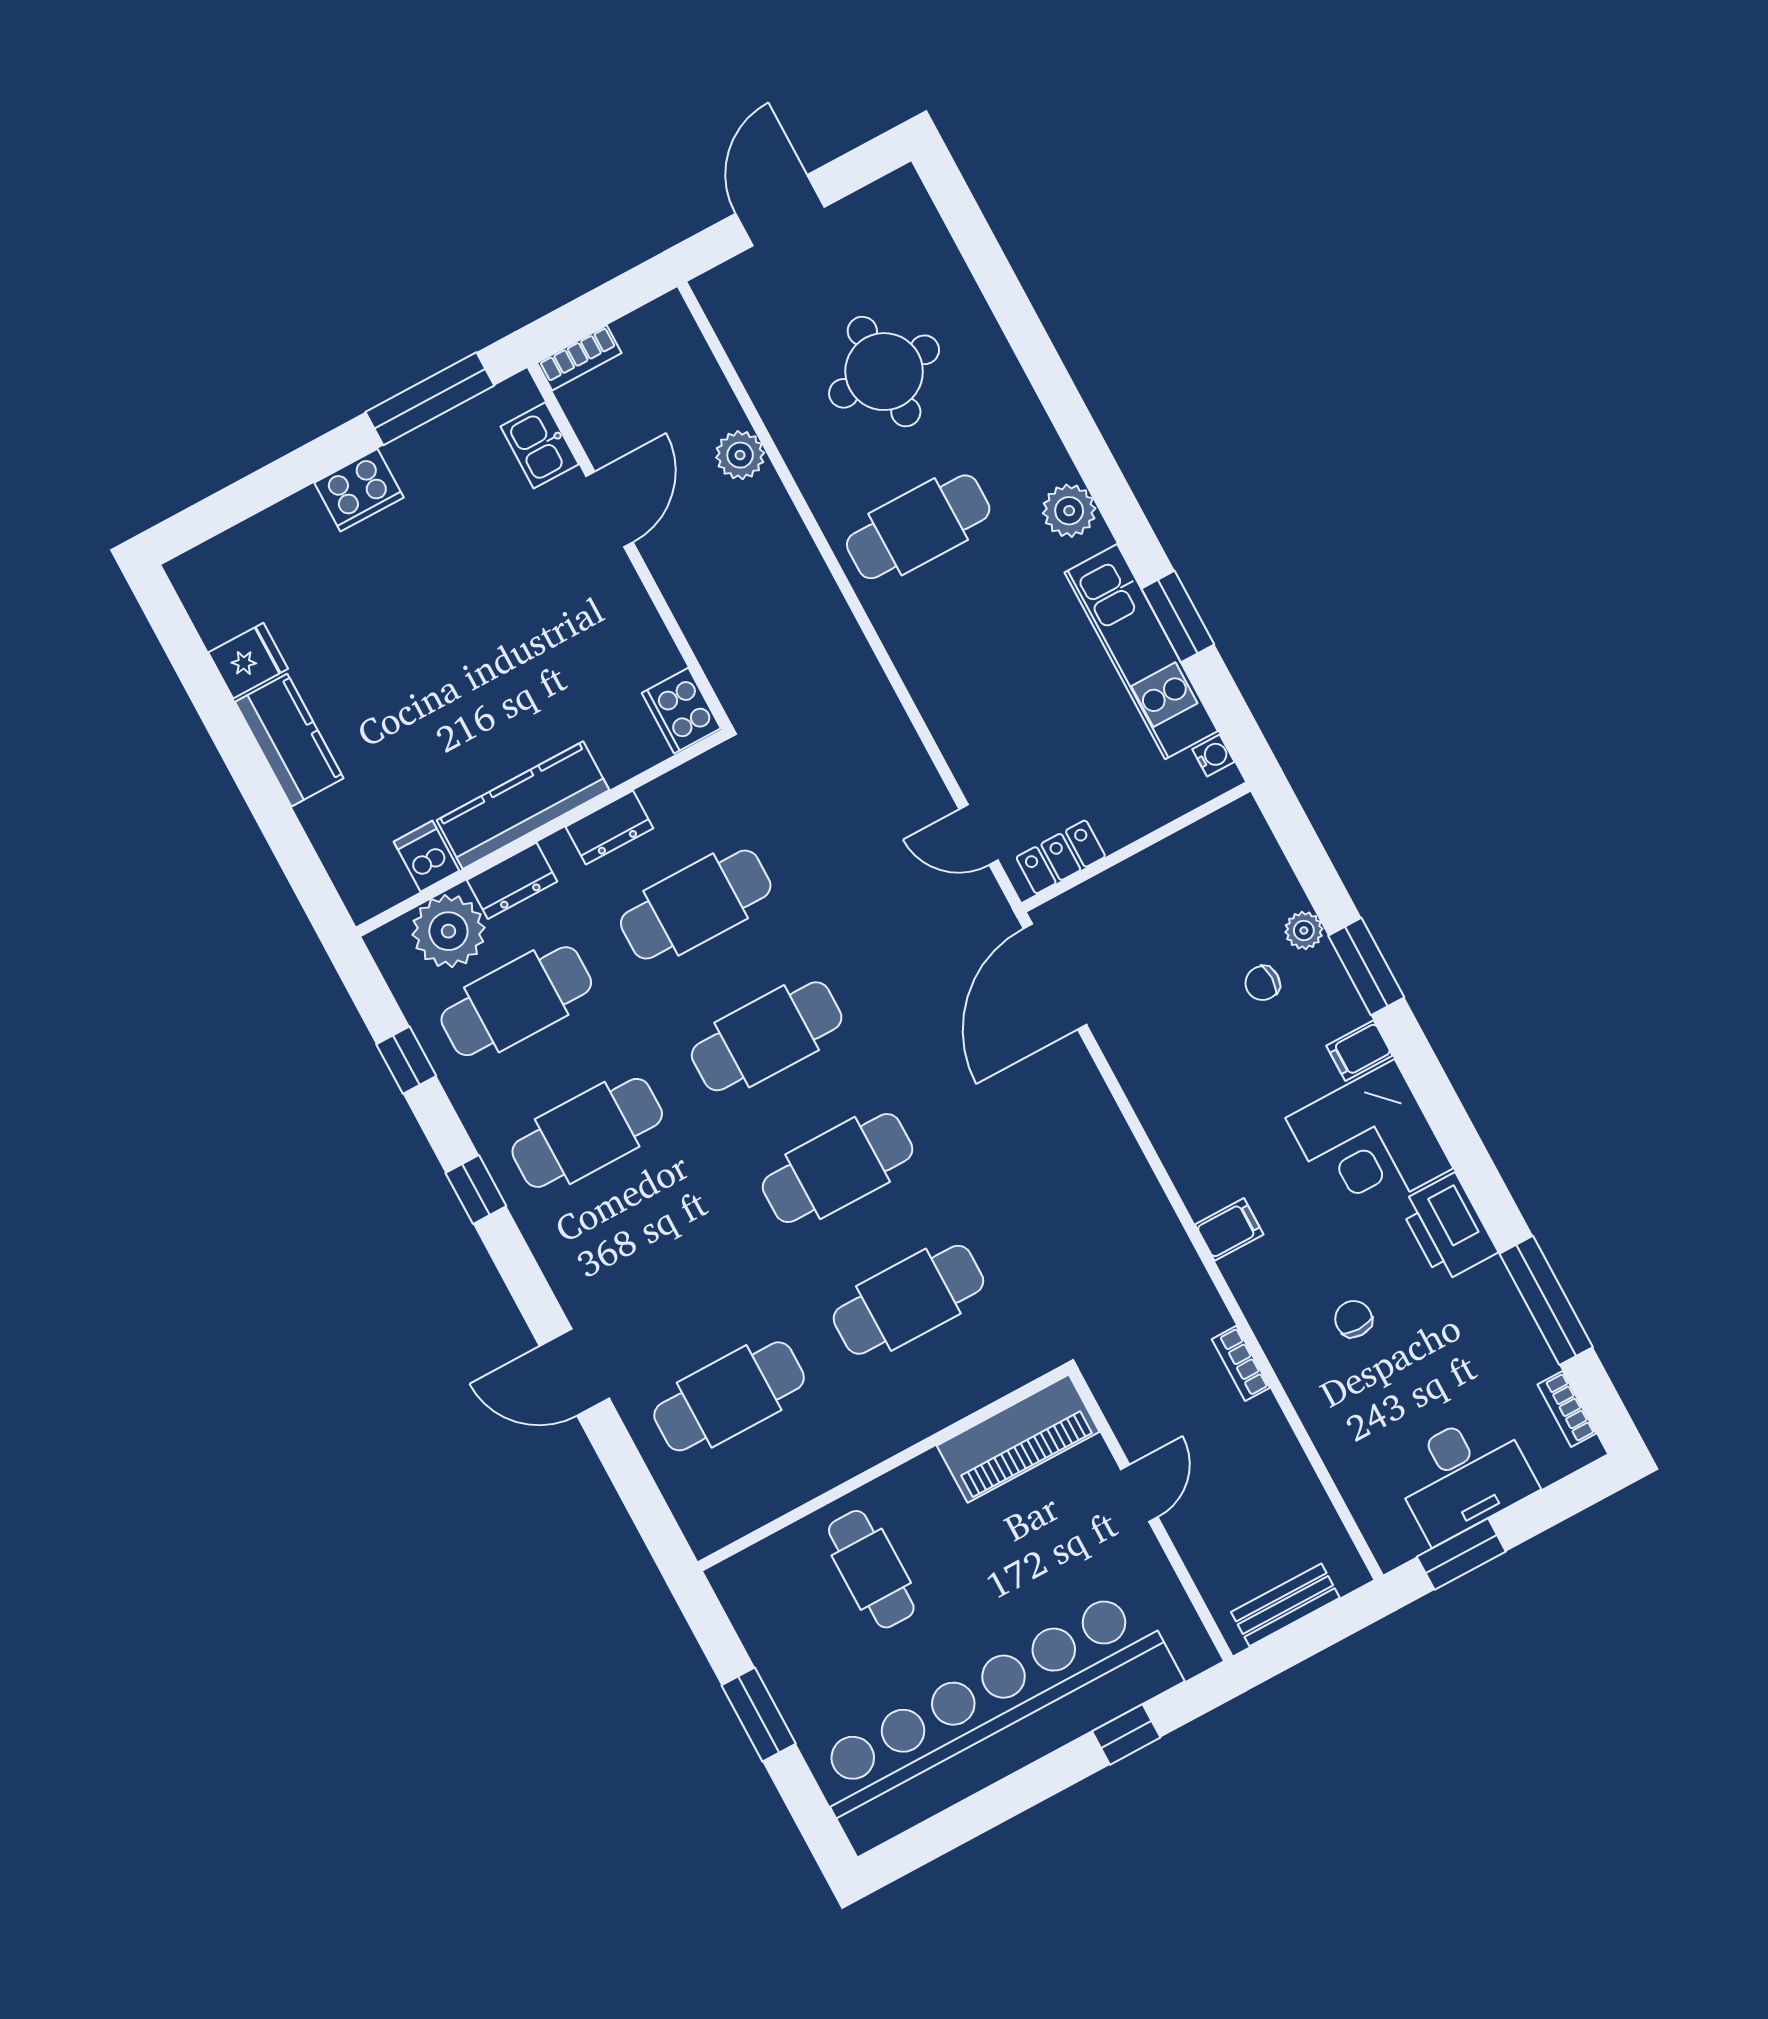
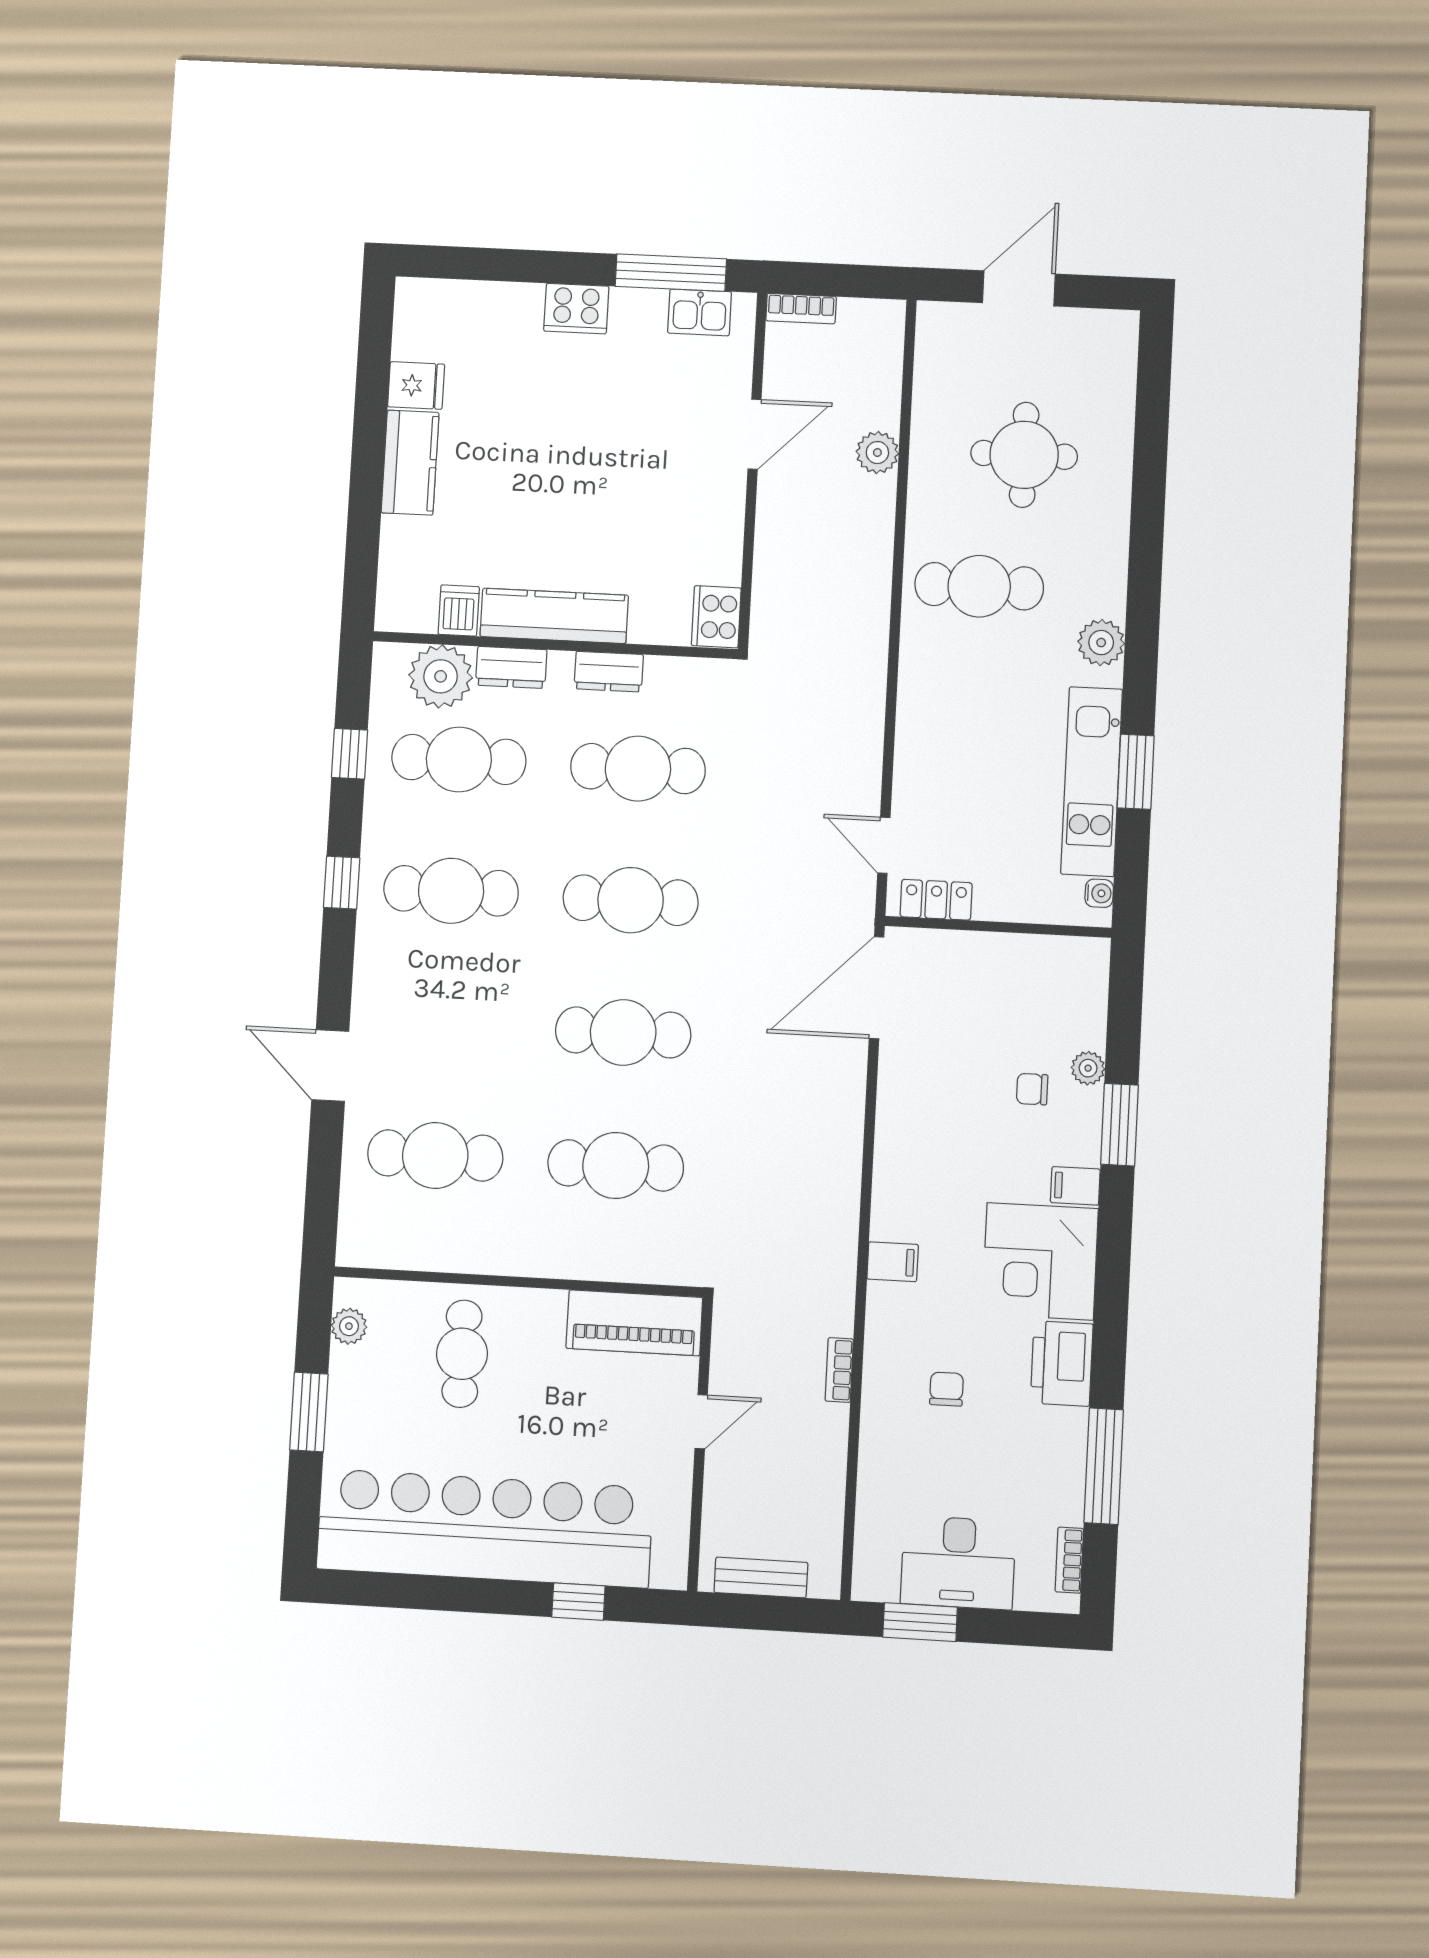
kitchen sink: (540, 445) -> (700, 312), moved, turned -90
plant: (747, 1610) -> (349, 1326), added

